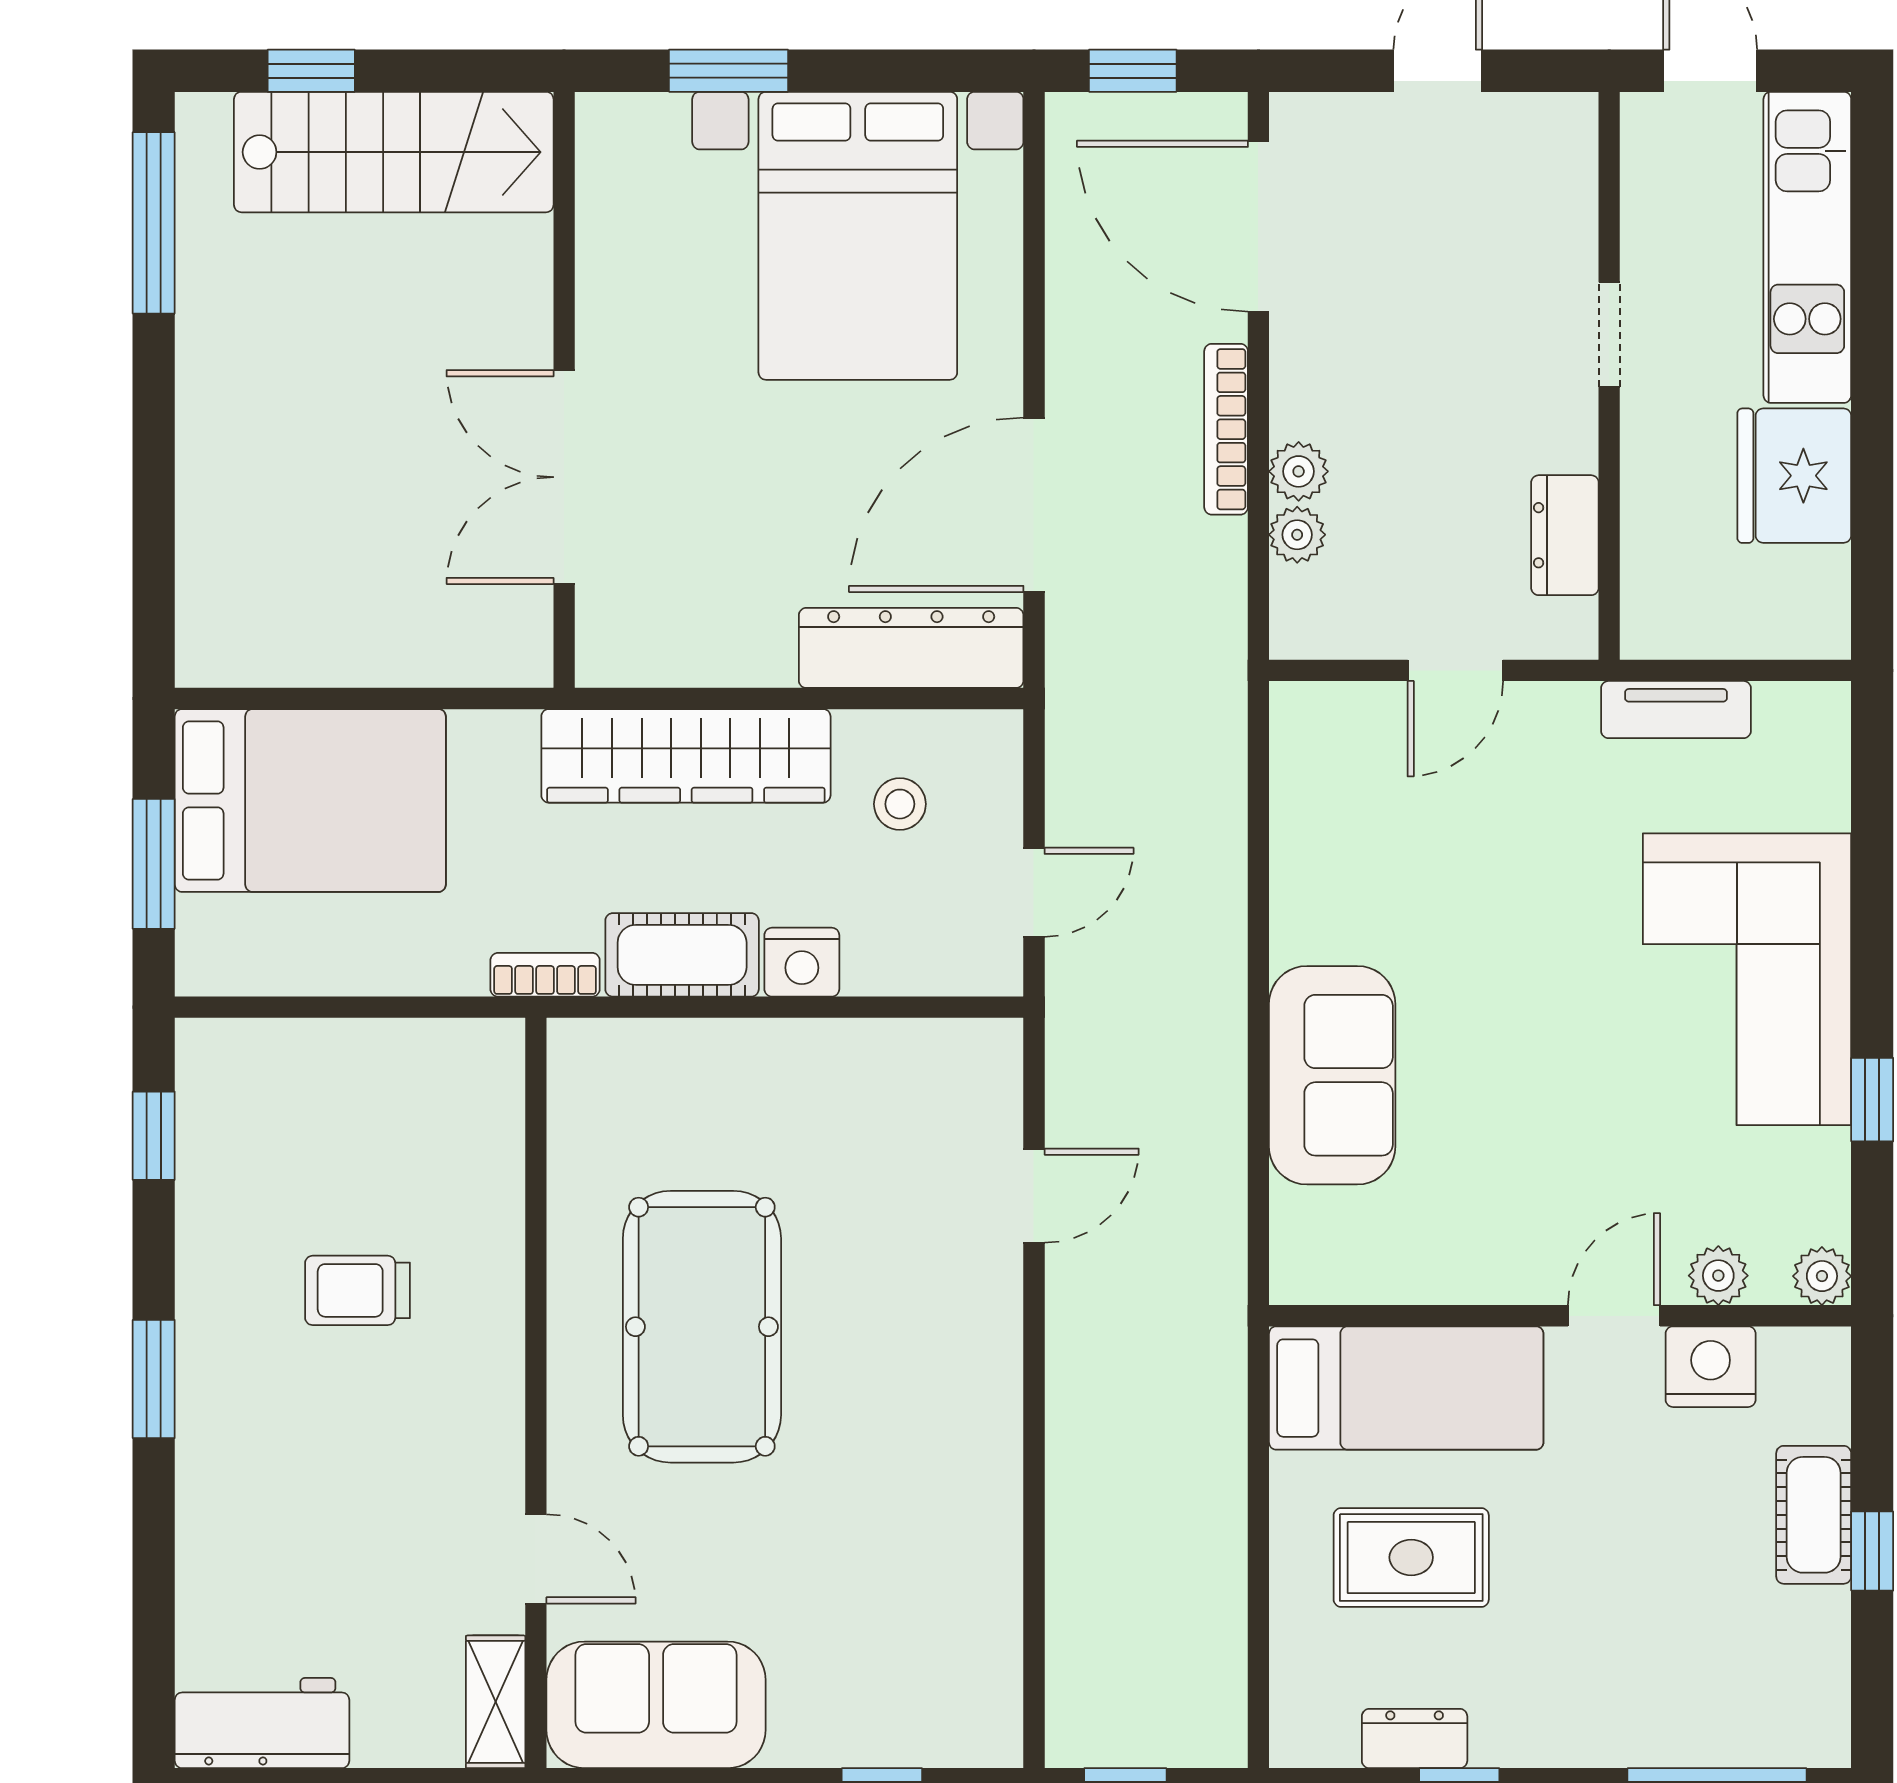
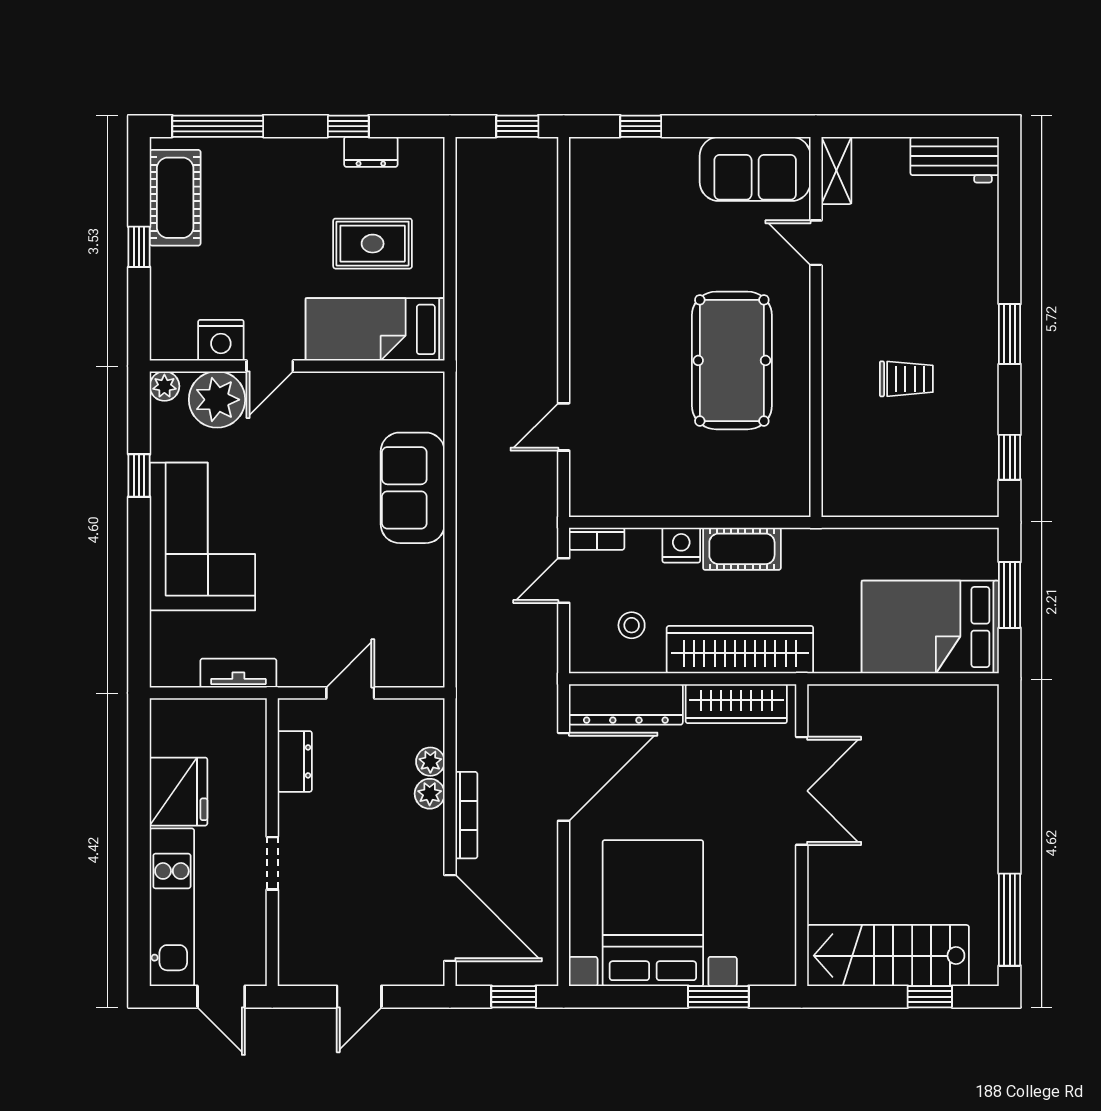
wardrobe: (693, 649) -> (736, 704), added
bookcase: (545, 975) -> (597, 539), moved
plant: (1718, 1276) -> (217, 400), width x1.88, depth x1.88
cot: (1814, 1515) -> (175, 198), moved, width x1.37, depth x1.34

